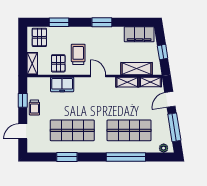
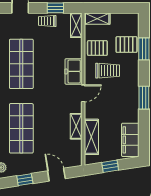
pallet: (39, 37) -> (127, 45), moved
shelving: (150, 82) -> (76, 25), moved
freezer: (62, 84) -> (73, 71), moved
window: (174, 127) -> (25, 180), width x0.46

